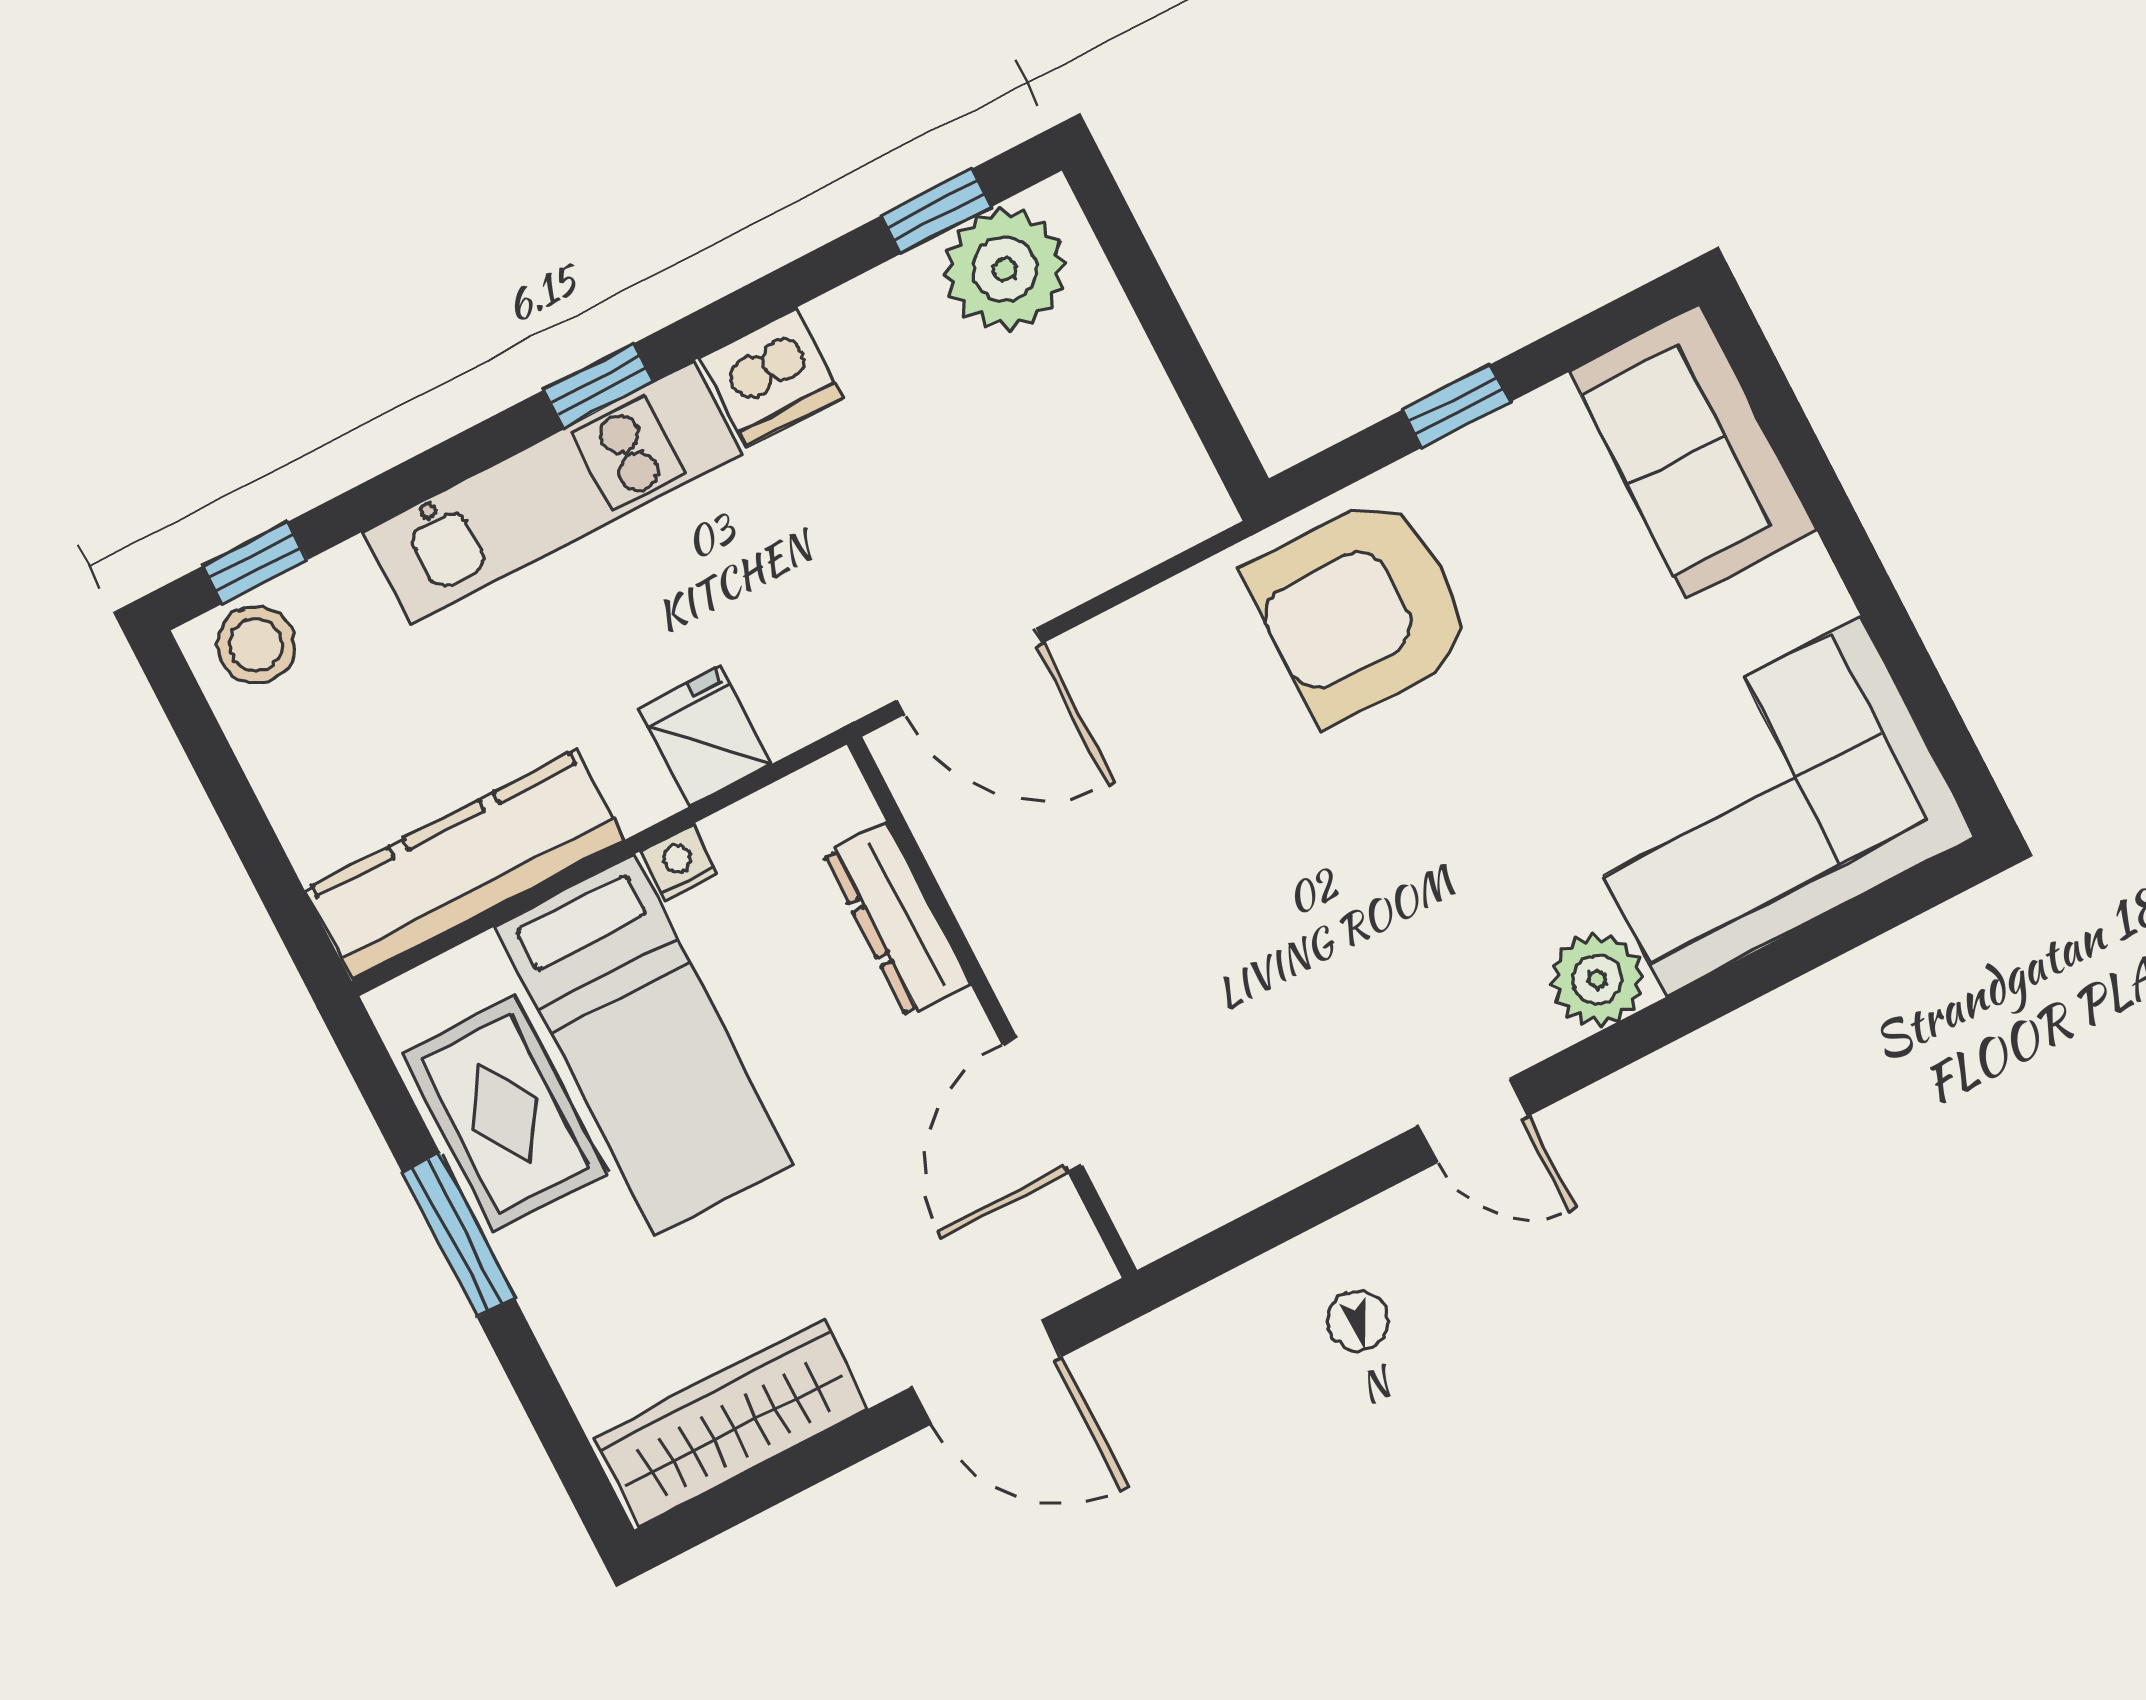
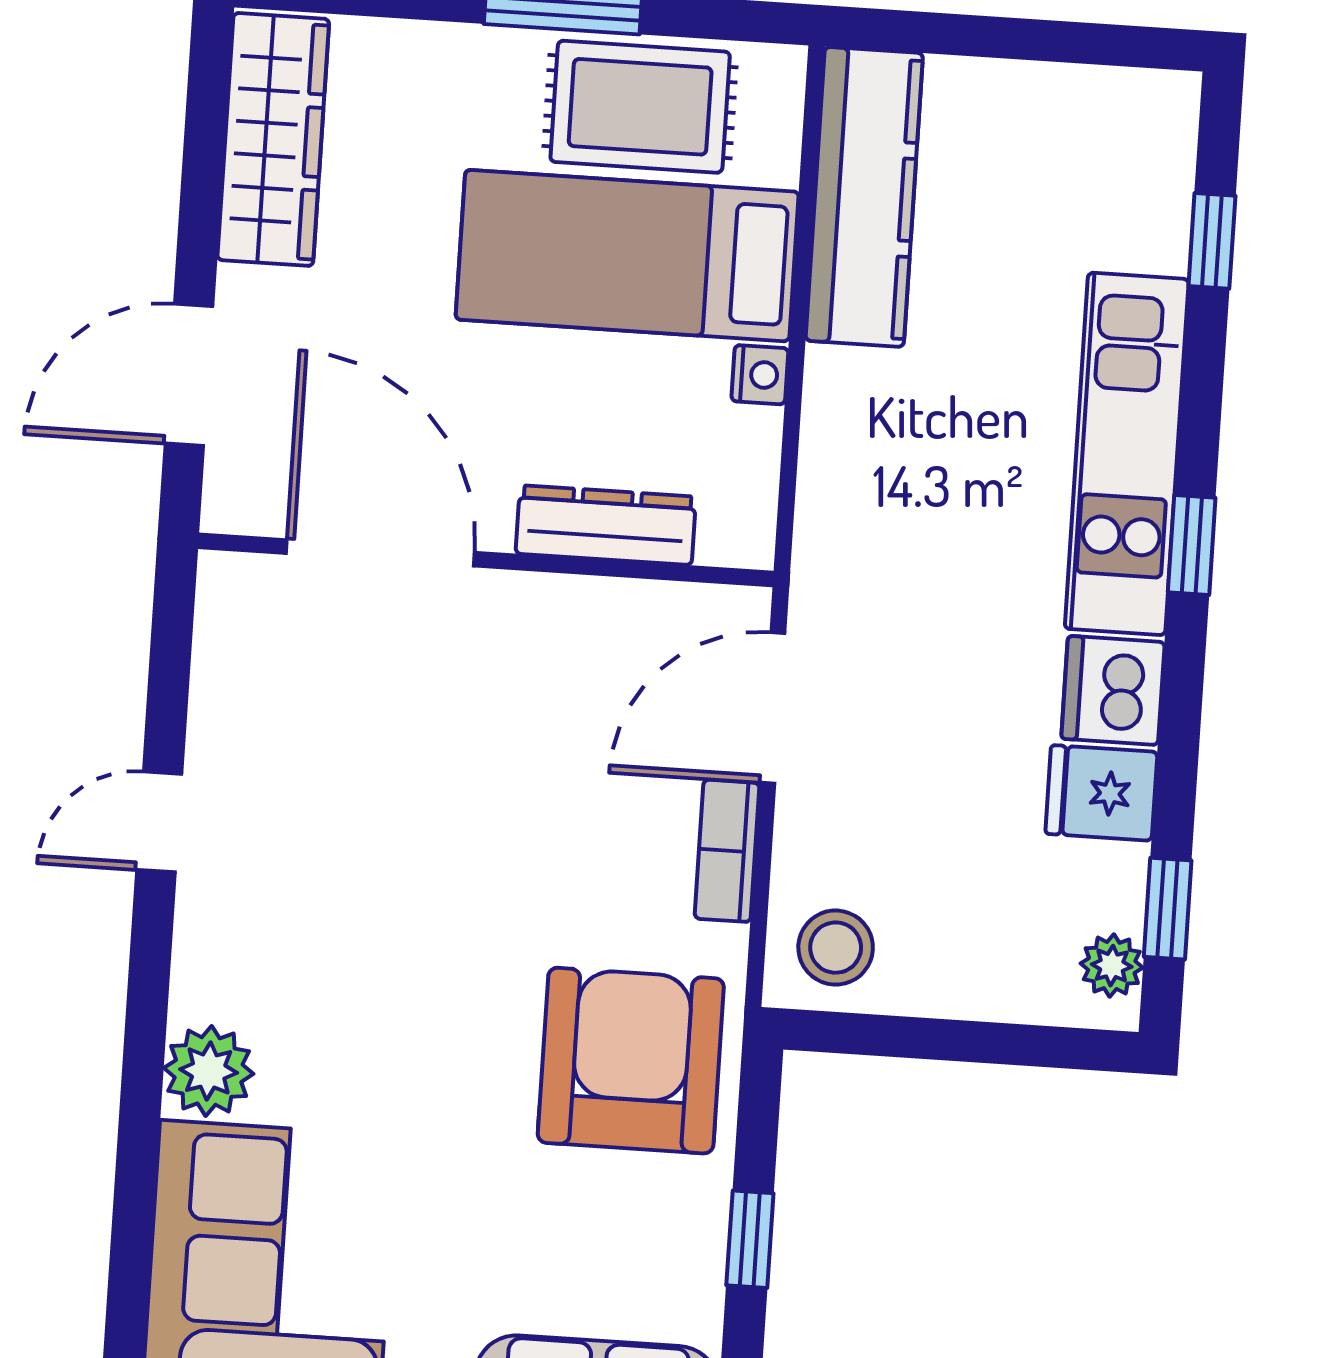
plant: (1005, 269) -> (1112, 966), width x0.53, depth x0.53
window: (255, 563) -> (1212, 241), moved
bookcase: (1122, 635) -> (727, 851), added
stool: (256, 645) -> (836, 948), moved
fridge: (705, 736) -> (1101, 793), moved, turned 180
door: (1043, 1105) -> (380, 553), width x1.36
door: (1473, 1121) -> (159, 822), moved

